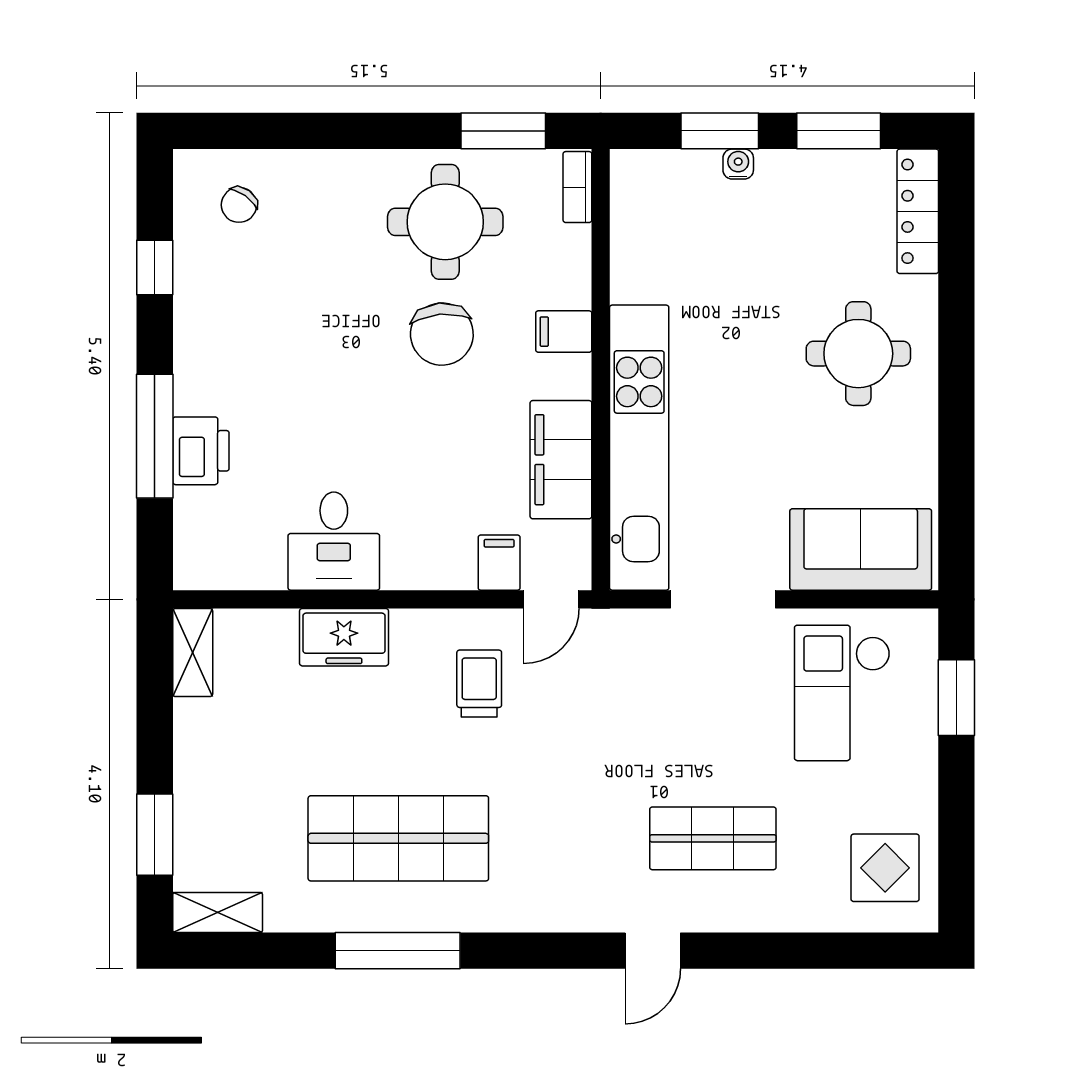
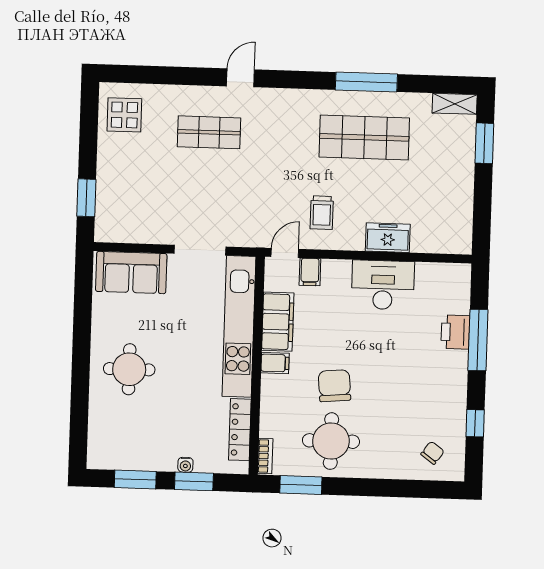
locker: (918, 211) -> (240, 430), moved, turned 180
filing cabinet: (564, 332) -> (275, 363), moved
desk: (334, 541) -> (383, 285), width x1.37
shelving: (193, 653) -> (463, 233), removed
checkout: (842, 693) -> (143, 202), removed

